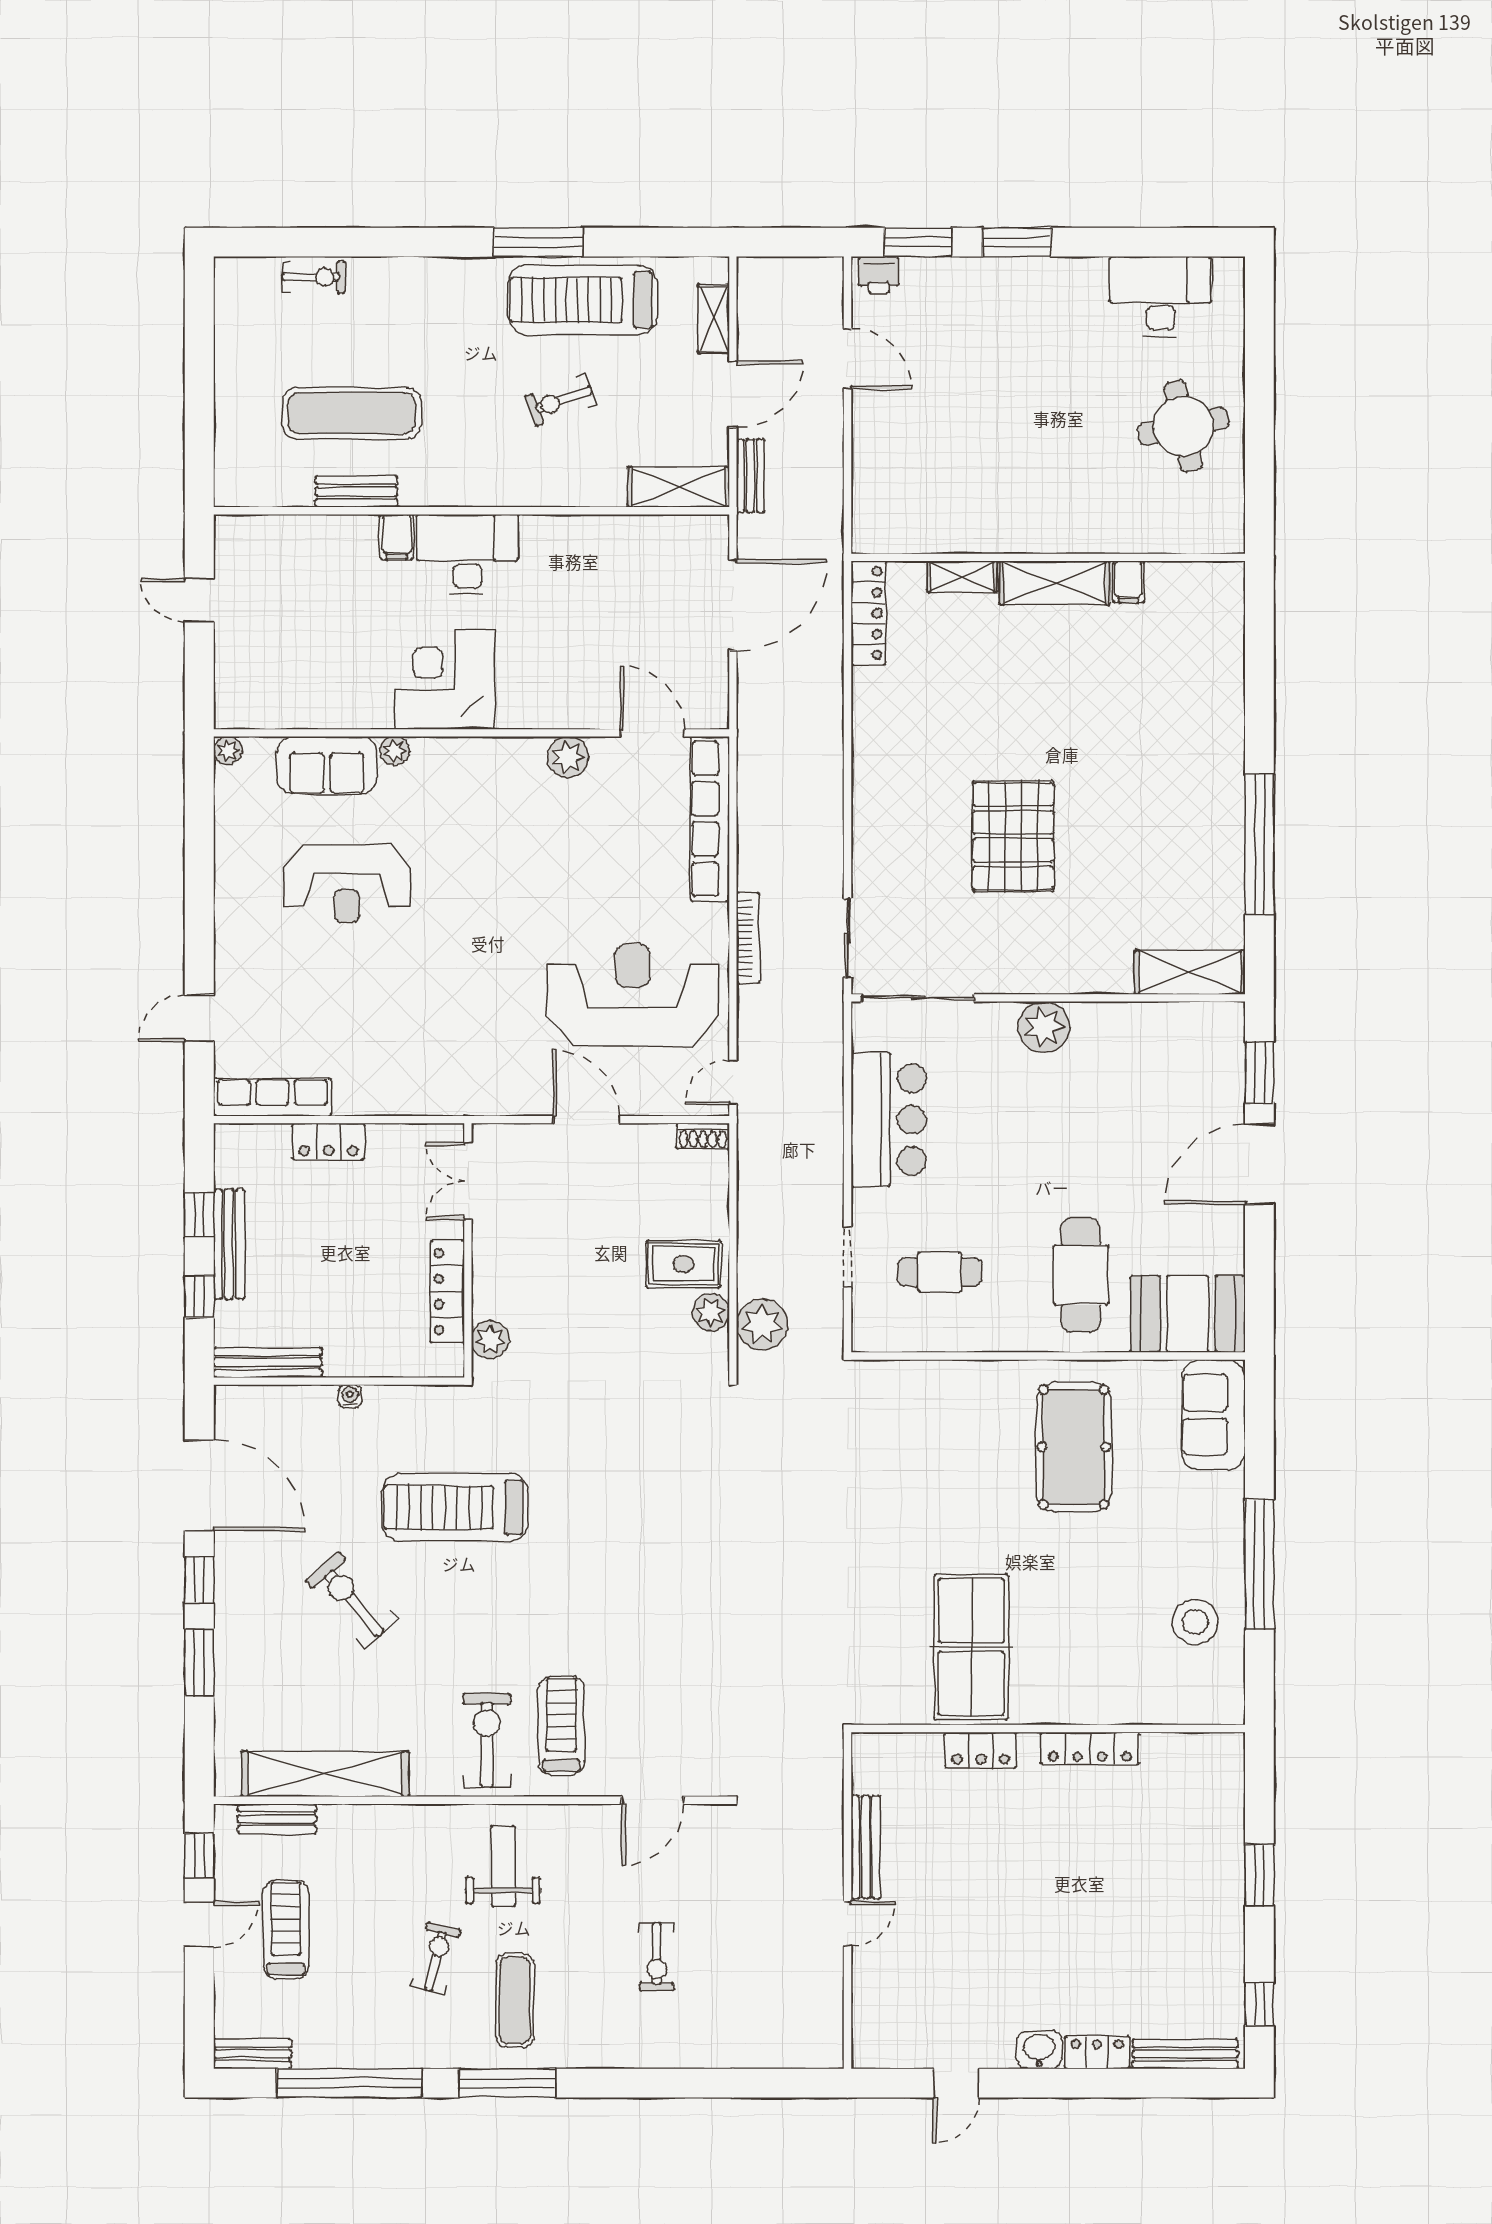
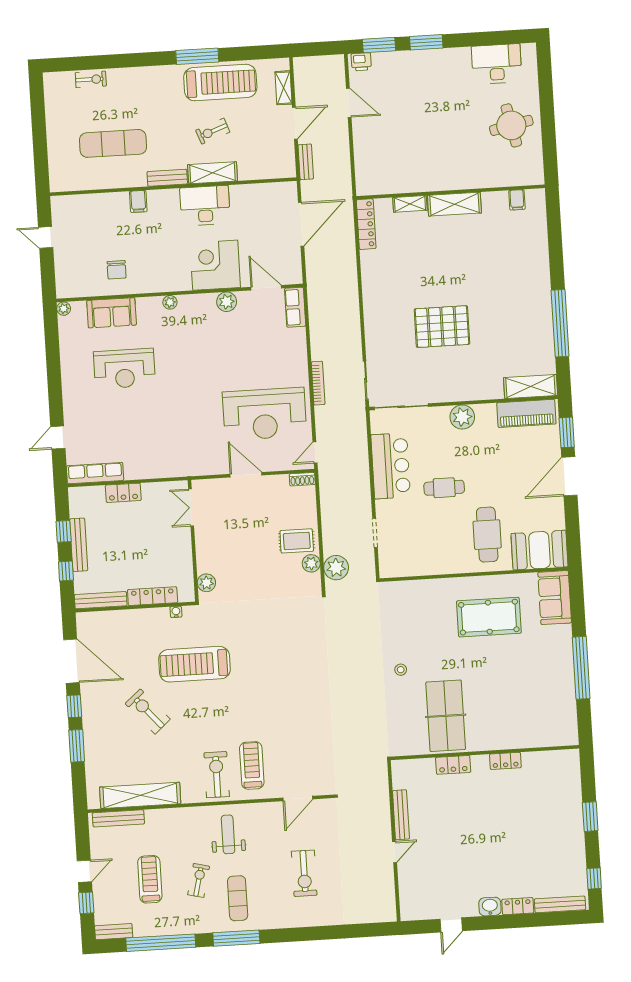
treadmill: (583, 300) -> (220, 83), turned 180
shelving: (679, 487) -> (213, 173), moved
bench: (356, 491) -> (167, 178), moved
desk: (467, 554) -> (205, 206), moved
filing cabinet: (1128, 582) -> (517, 200), moved
chair: (343, 676) -> (117, 270), added
corner desk: (445, 680) -> (215, 265), moved
plant: (394, 751) -> (170, 302), moved
row of seats: (710, 819) -> (295, 307), width x0.50
pallet: (1013, 836) -> (442, 327), turned 90
reception desk: (633, 995) -> (264, 414), turned 180
piano: (1178, 1028) -> (526, 413), added
cafe table: (940, 1272) -> (444, 488), moved
locker: (447, 1292) -> (153, 596), moved, turned 90
water cooler: (350, 1396) -> (176, 612), moved
pool table: (1074, 1447) -> (489, 617), turned 90
stool: (1195, 1622) -> (401, 670), moved, width x0.53, depth x0.53
locker: (1090, 1748) -> (505, 761), width x0.66
bench: (277, 1819) -> (118, 818), width x1.36
window: (199, 1856) -> (86, 903), moved
treadmill: (286, 1930) -> (150, 879), moved
exercise bike: (657, 1957) -> (304, 873), width x1.38, depth x1.39

